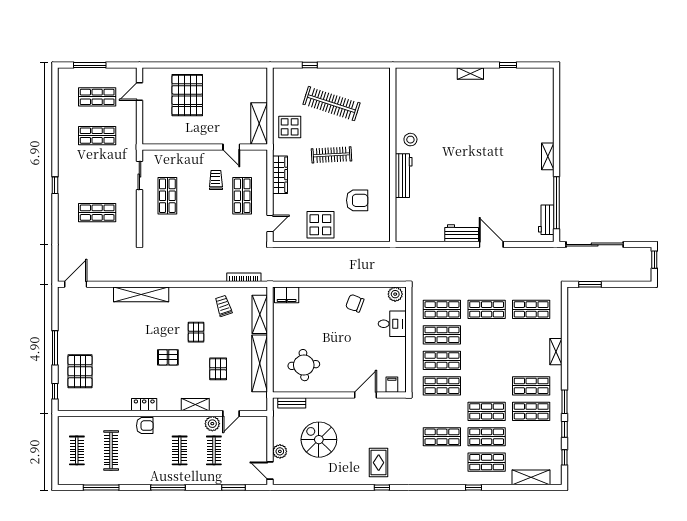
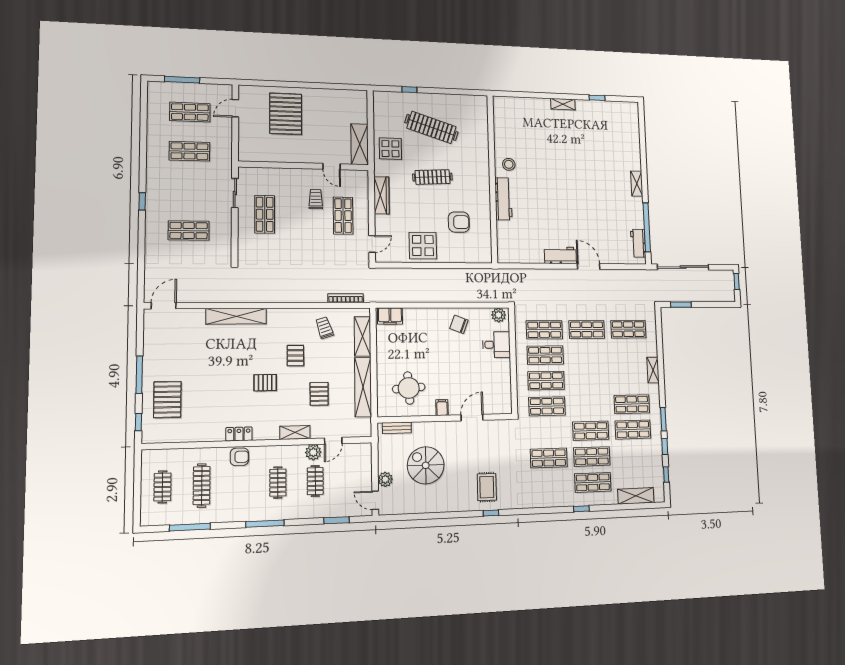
filing cabinet: (392, 385) -> (442, 408), moved

